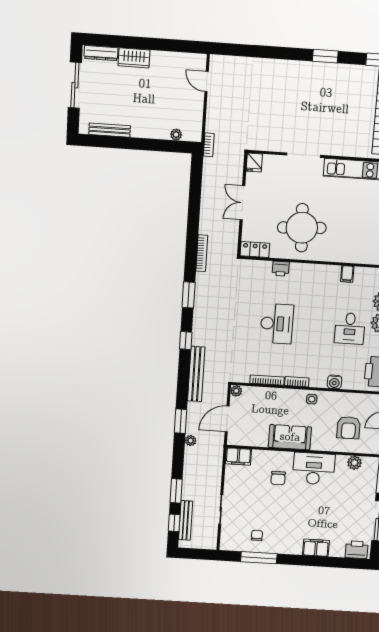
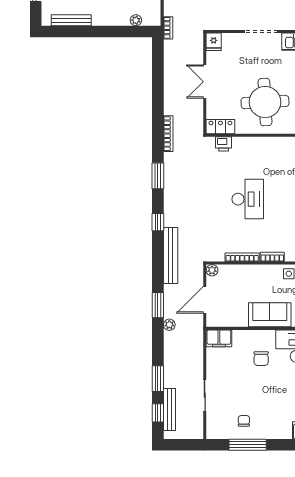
printer: (281, 269) -> (224, 144), moved

